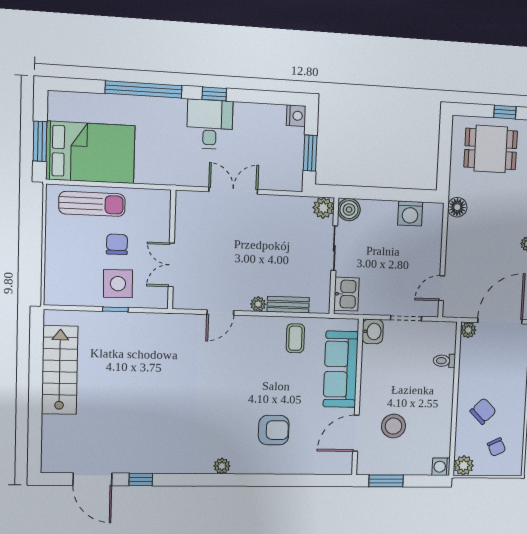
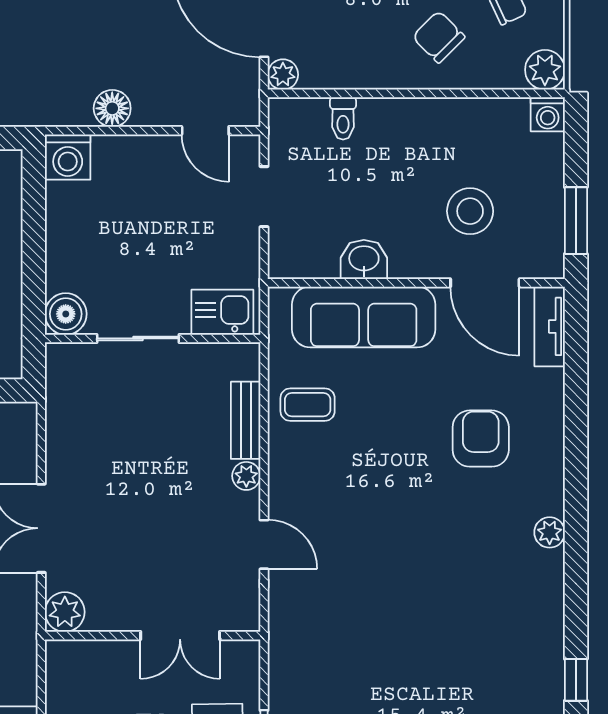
floor lamp: (457, 207) -> (112, 108), moved
plant: (323, 208) -> (65, 612), moved
washing machine: (410, 213) -> (68, 157), moved, turned 90
washbasin: (373, 331) -> (364, 259), moved
tv unit: (332, 467) -> (550, 326), added

